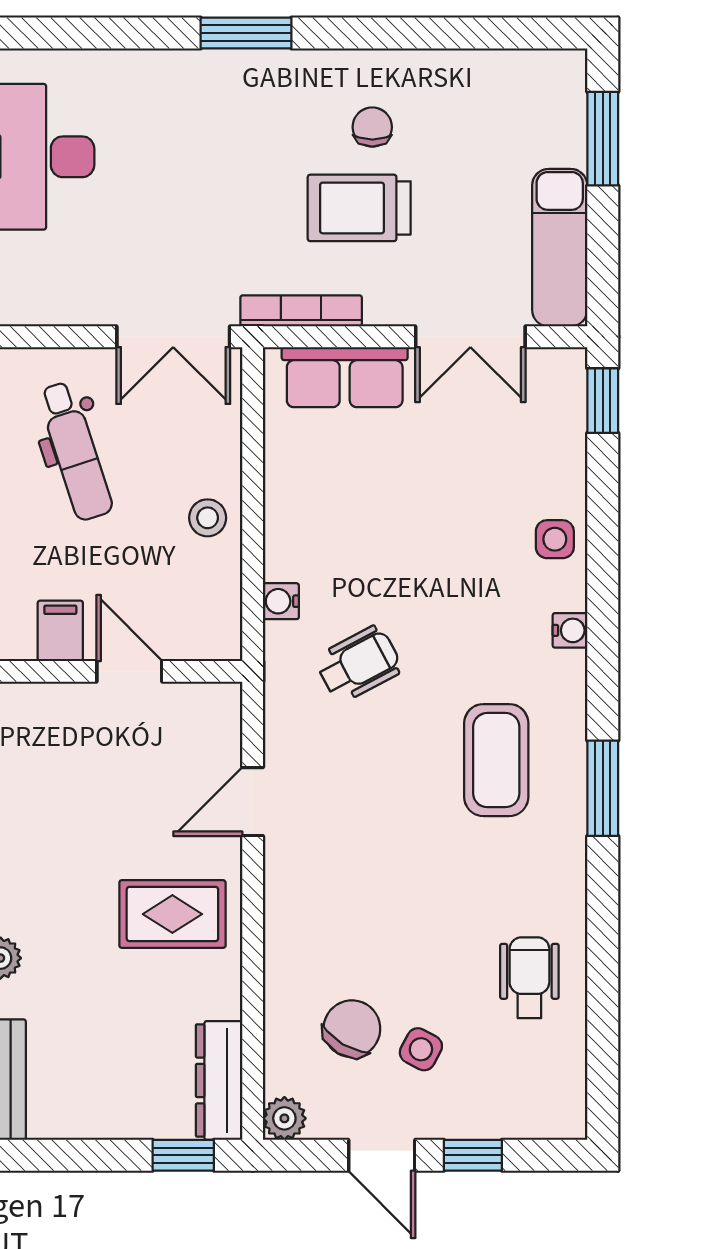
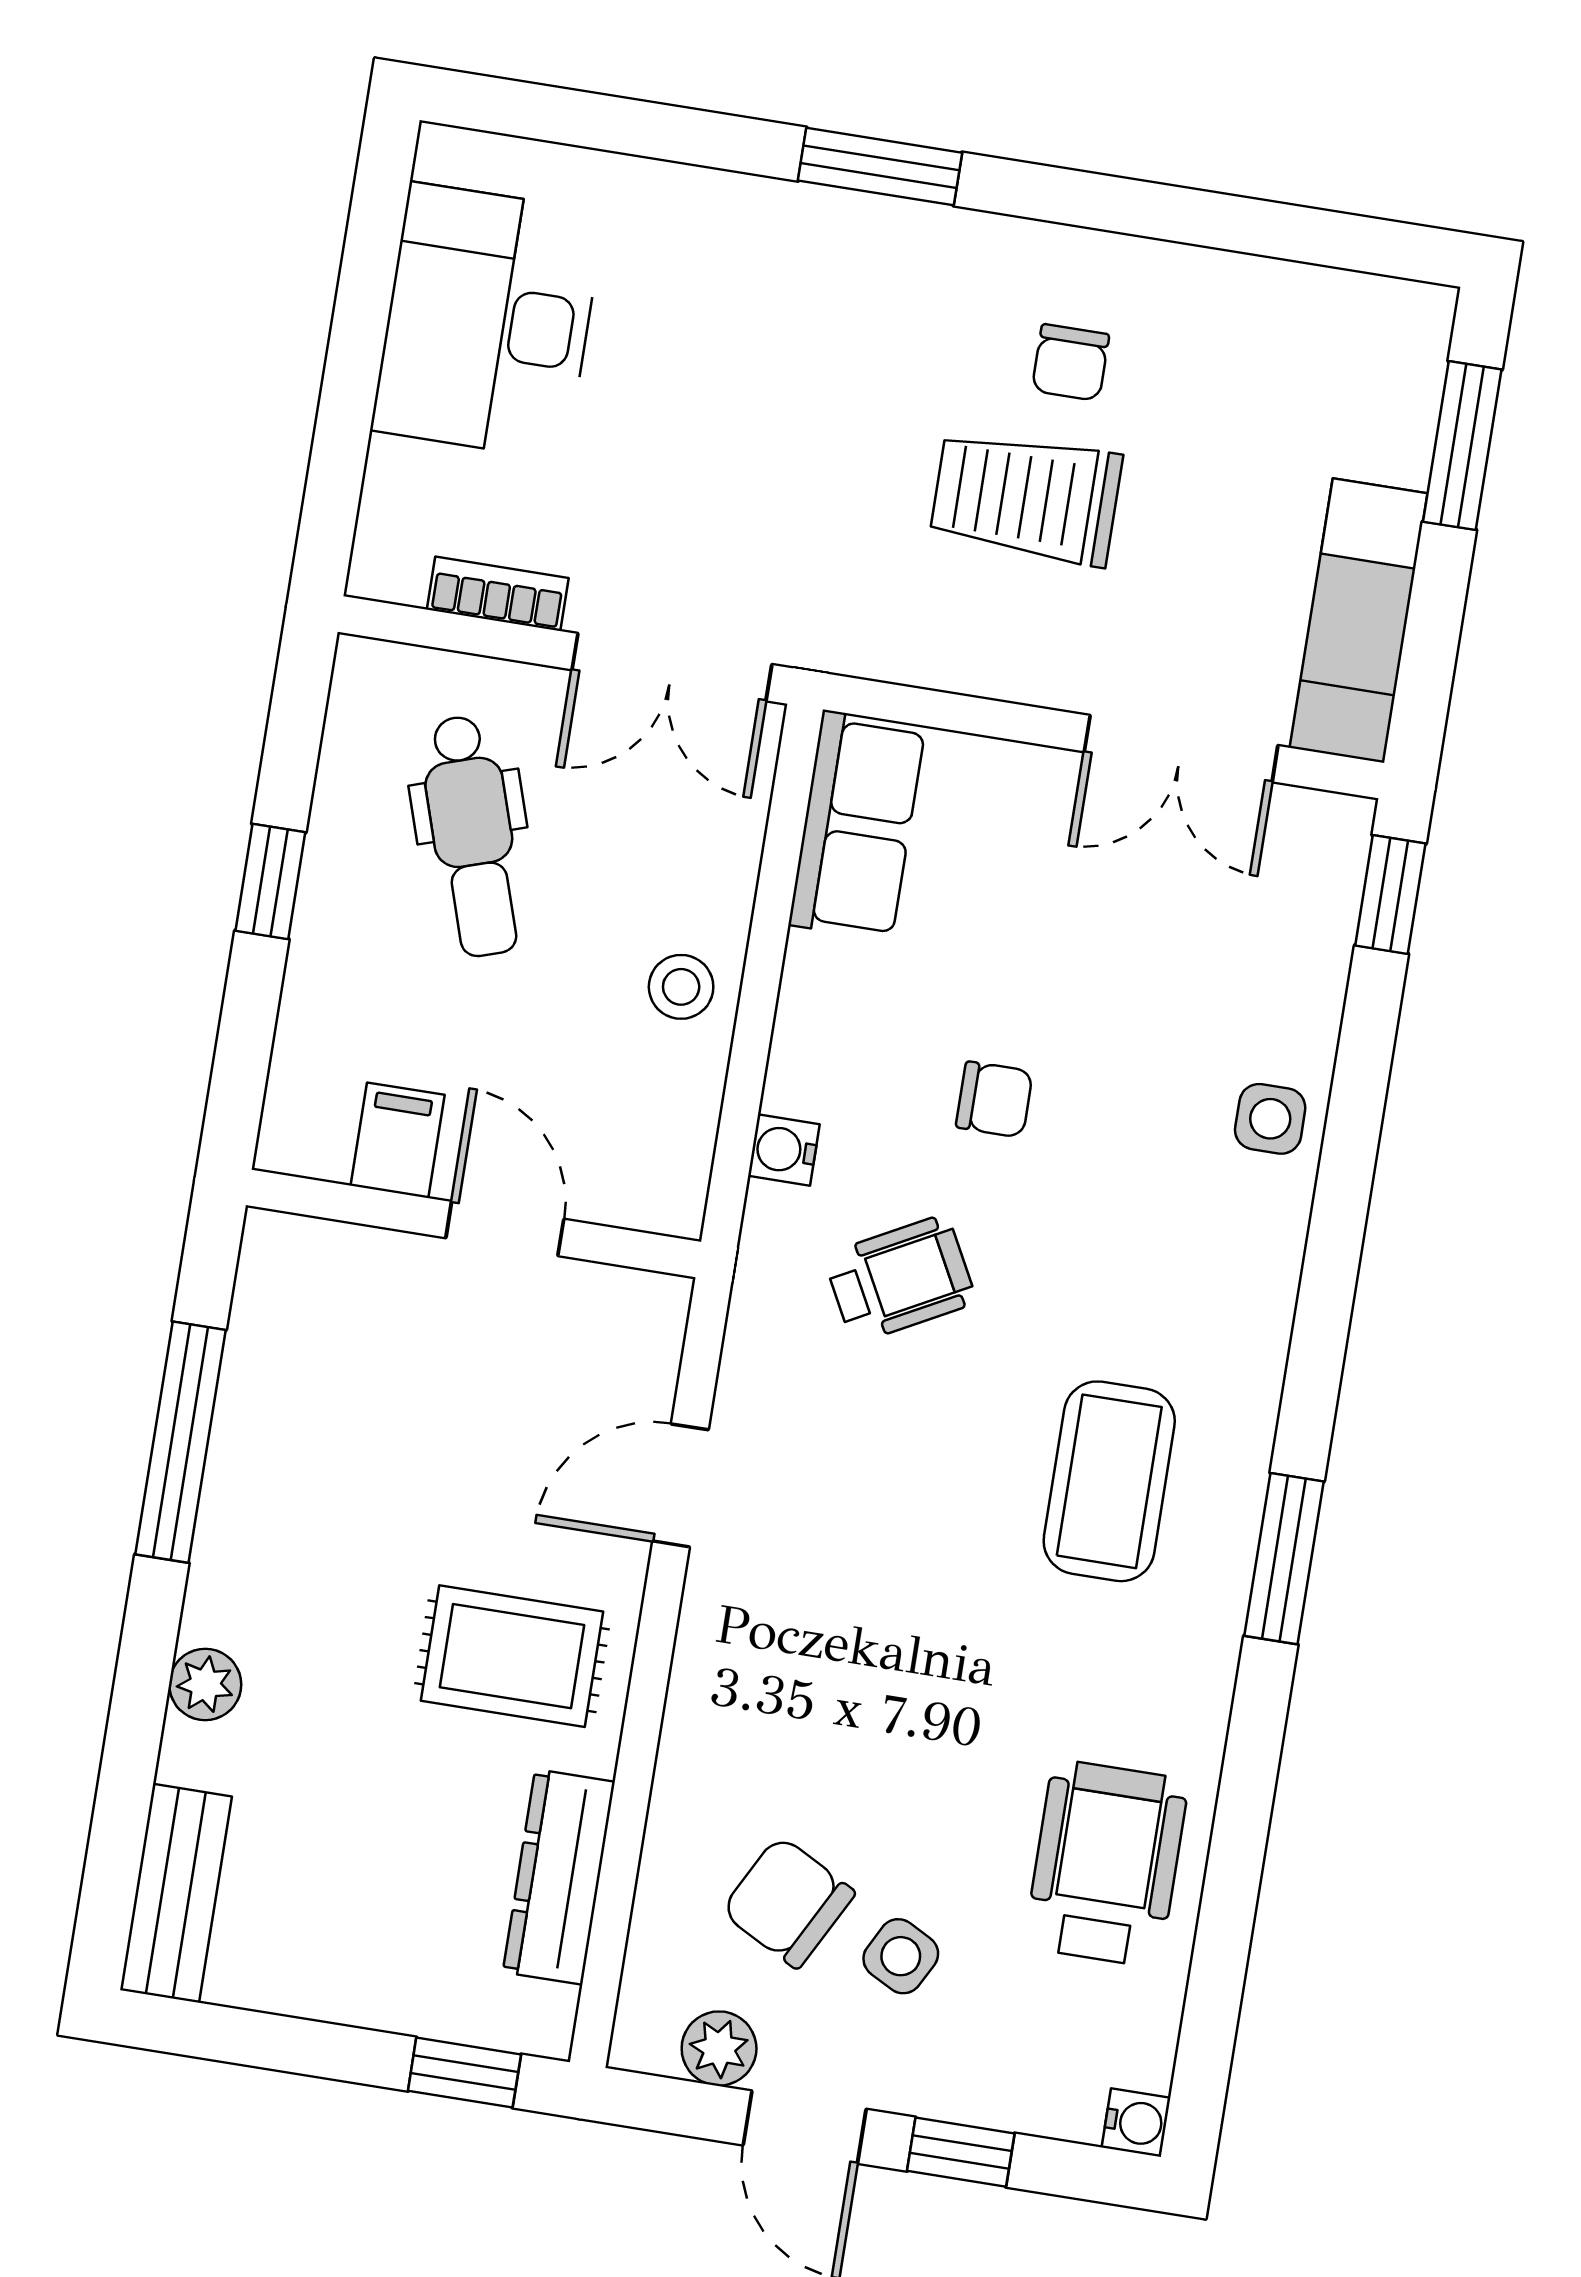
chair: (372, 127) -> (1070, 362), turned 180
bookcase: (301, 311) -> (498, 594), moved, width x0.64
row of seats: (345, 377) -> (857, 825), moved, turned -90
chair: (396, 553) -> (994, 1099), added
water cooler: (570, 630) -> (1136, 2123), moved
wheelchair: (529, 978) -> (1106, 1863), width x1.36, depth x1.37
chair: (352, 1029) -> (788, 1902), turned -93
dresser: (219, 1080) -> (559, 1877), moved
plant: (284, 1118) -> (719, 2049), moved

